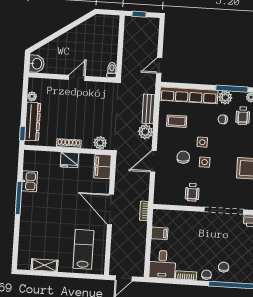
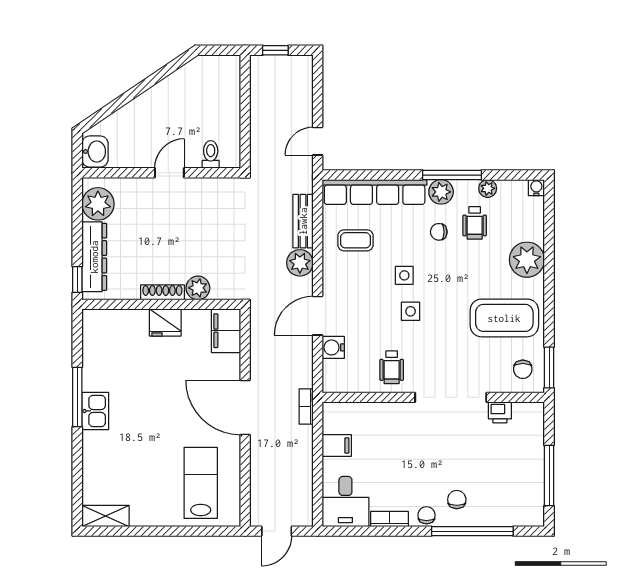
toilet: (112, 70) -> (211, 154), moved
plant: (32, 96) -> (98, 204), width x1.87, depth x1.87
plant: (100, 143) -> (198, 288), moved
chair: (183, 157) -> (371, 305), removed
water cooler: (161, 179) -> (333, 347), added
kitchen sink: (30, 181) -> (95, 411), moved
shelving: (44, 265) -> (105, 516), moved

